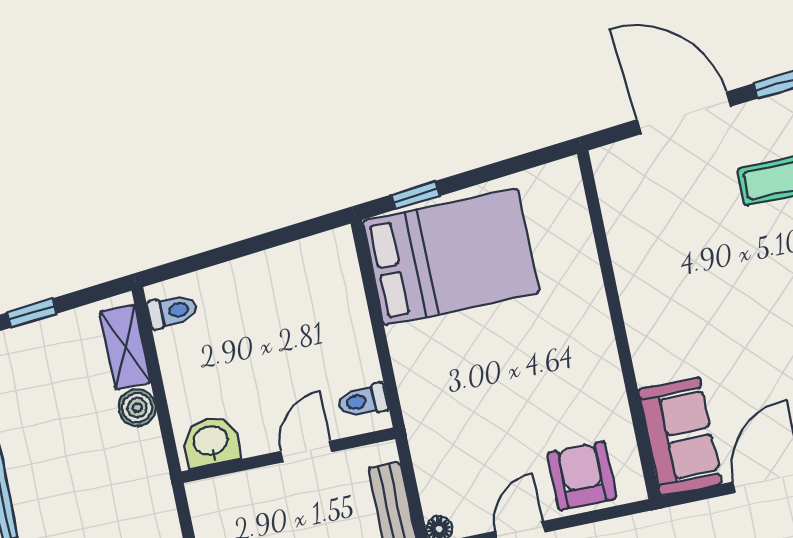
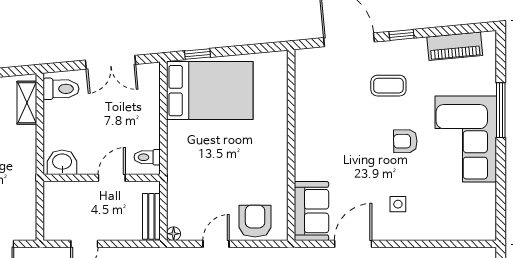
double door: (261, 243) -> (111, 62), added
toilet: (172, 311) -> (61, 89), width x1.37, depth x1.39
boiler: (137, 408) -> (27, 136), removed

